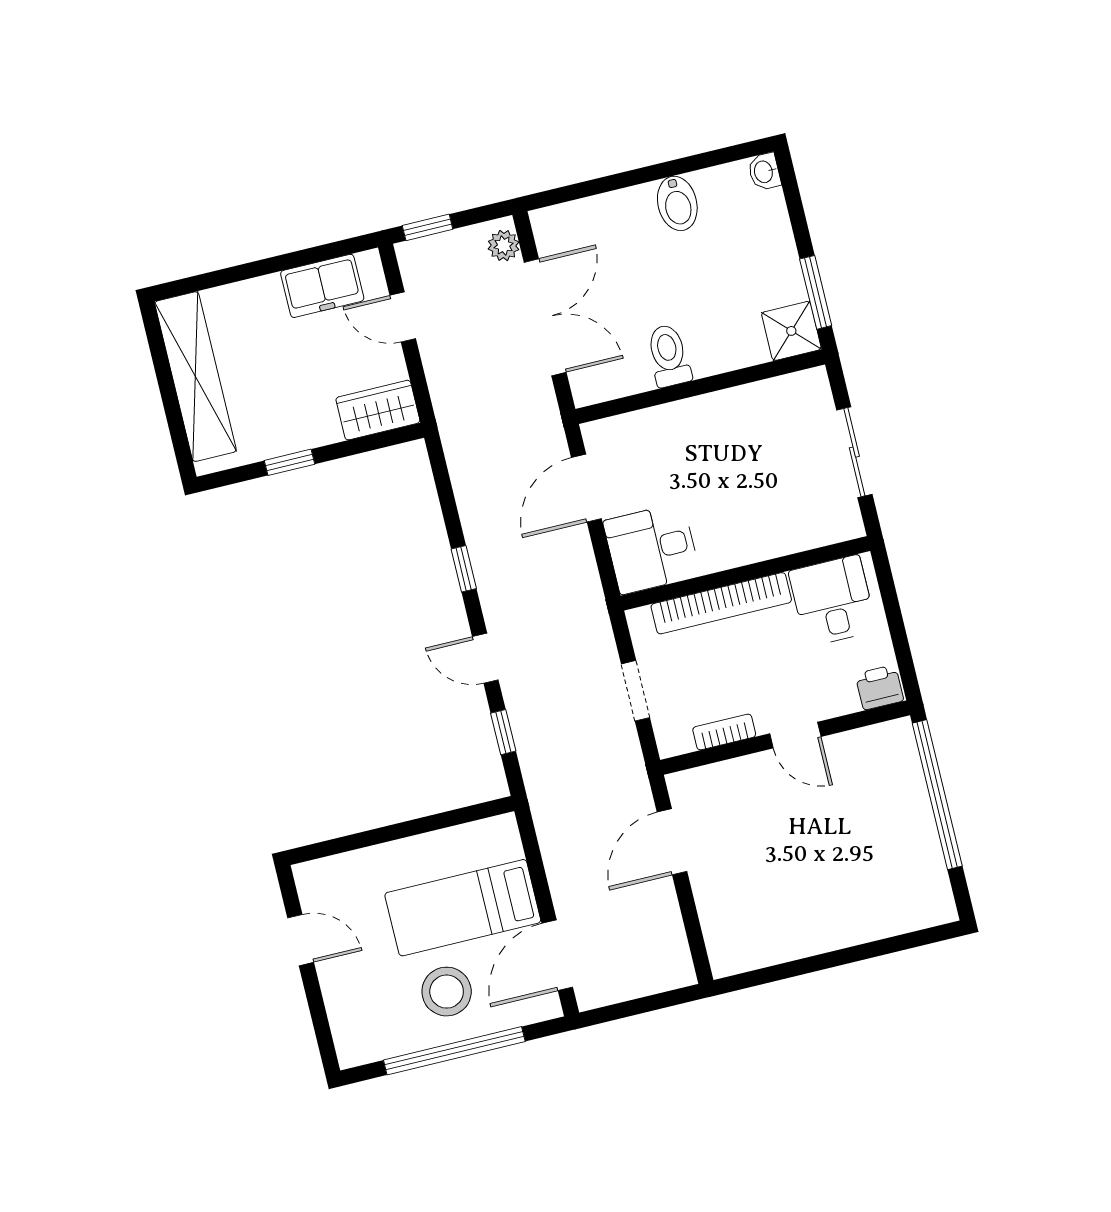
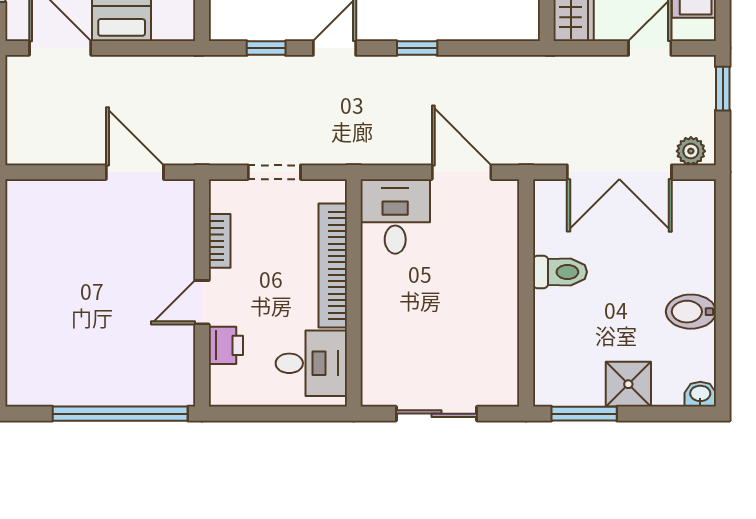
shower: (791, 331) -> (628, 384), moved
printer: (879, 687) -> (226, 345), moved

